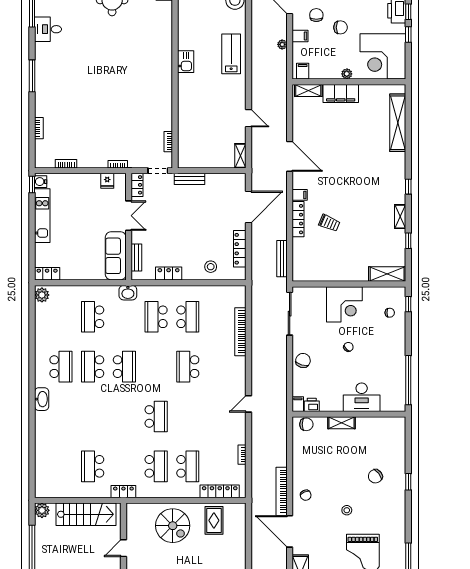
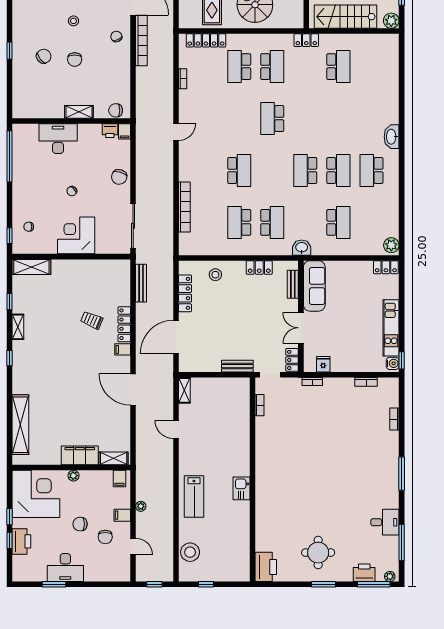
school desk: (156, 466) -> (272, 67), turned 180
chair: (346, 473) -> (75, 59), added

